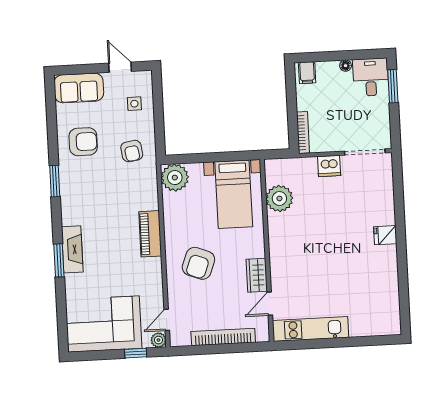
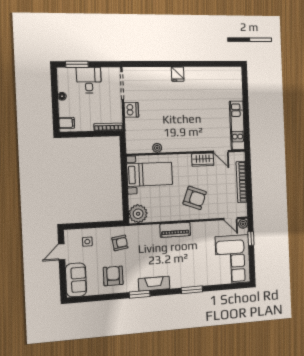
desk: (371, 77) -> (89, 80), moved, turned 90
plant: (279, 198) -> (157, 148), width x0.53, depth x0.53
fireplace: (72, 249) -> (154, 284), moved

